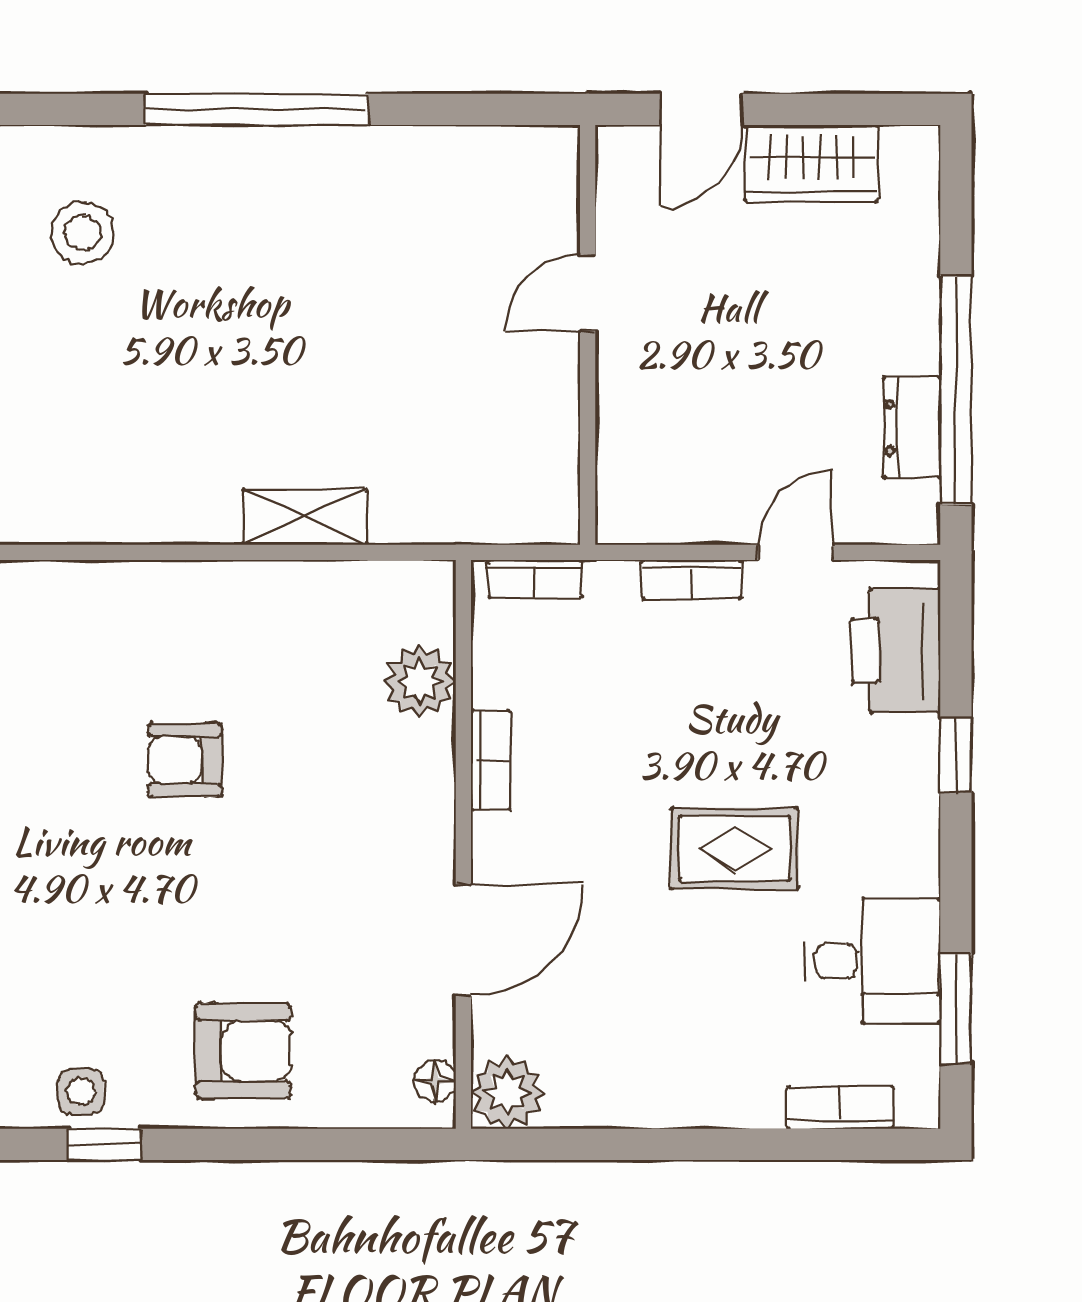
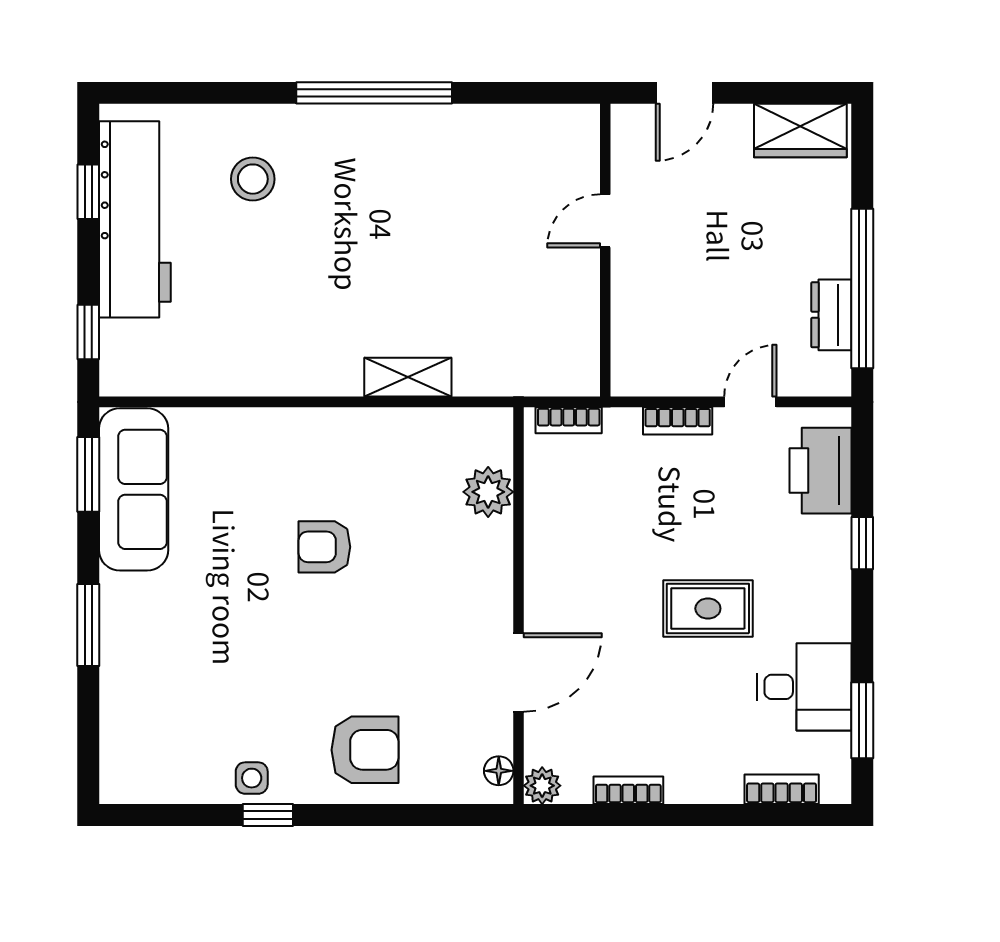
wardrobe: (811, 163) -> (800, 131), moved
bookcase: (491, 760) -> (628, 790), moved, turned -90
plant: (507, 1092) -> (542, 786), width x0.73, depth x0.73

